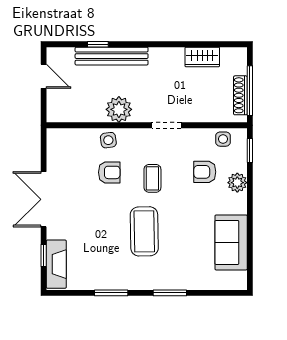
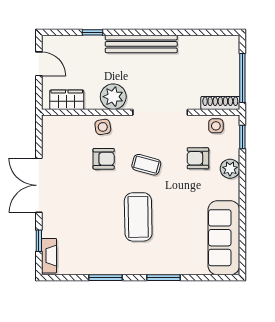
bench: (112, 56) -> (141, 44), moved
wardrobe: (202, 57) -> (67, 100), moved, turned 180
shoe rack: (240, 95) -> (220, 103), moved, turned 90
doorway: (166, 125) -> (160, 112), width x1.88
coffee table: (152, 178) -> (146, 165), turned -75
sofa: (231, 242) -> (224, 238), width x1.36
fireplace: (56, 264) -> (49, 256), width x0.73, depth x0.76

